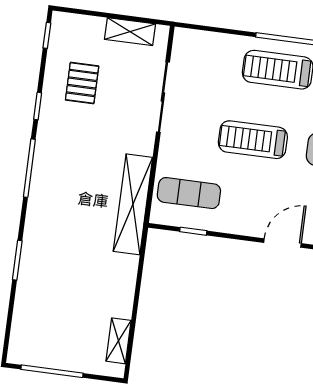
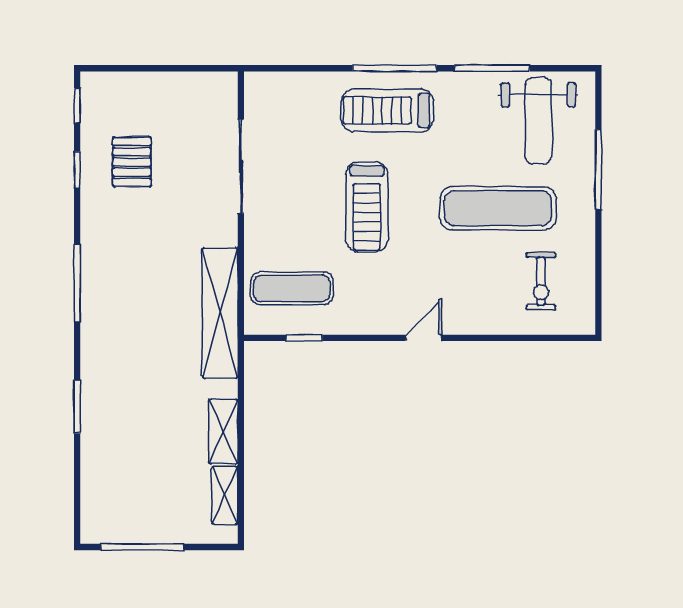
shelving: (130, 32) -> (223, 431), moved, turned 90
window: (38, 106) -> (77, 170), moved
treadmill: (253, 140) -> (367, 207), turned -90
door: (282, 243) -> (424, 338), width x0.73

